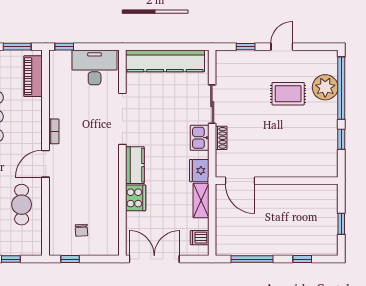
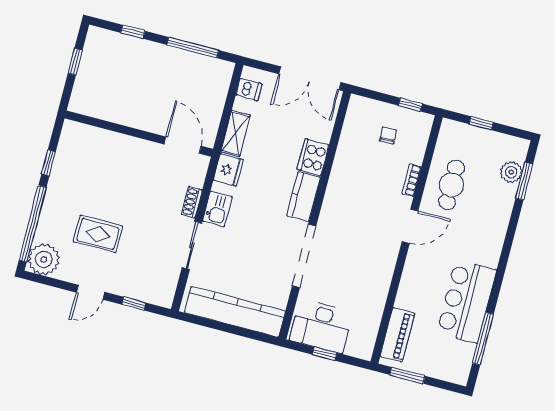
window: (64, 47) -> (325, 354), moved
plant: (325, 87) -> (44, 259), moved
bookcase: (54, 131) -> (412, 180), moved

